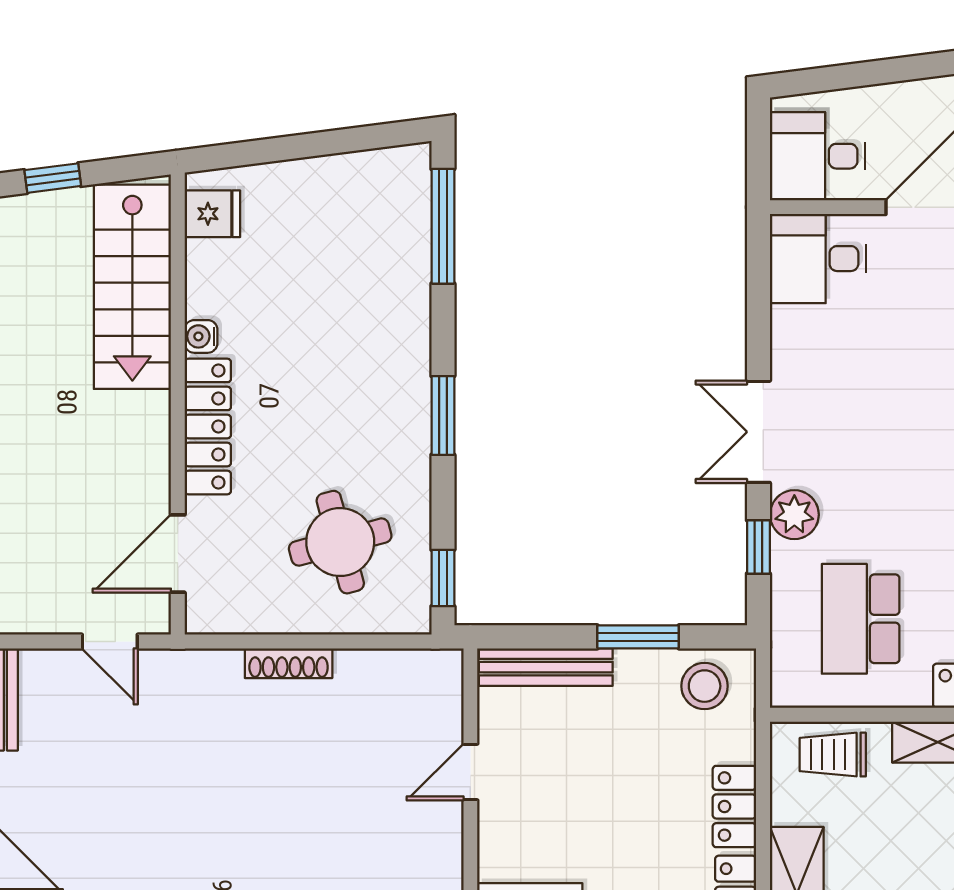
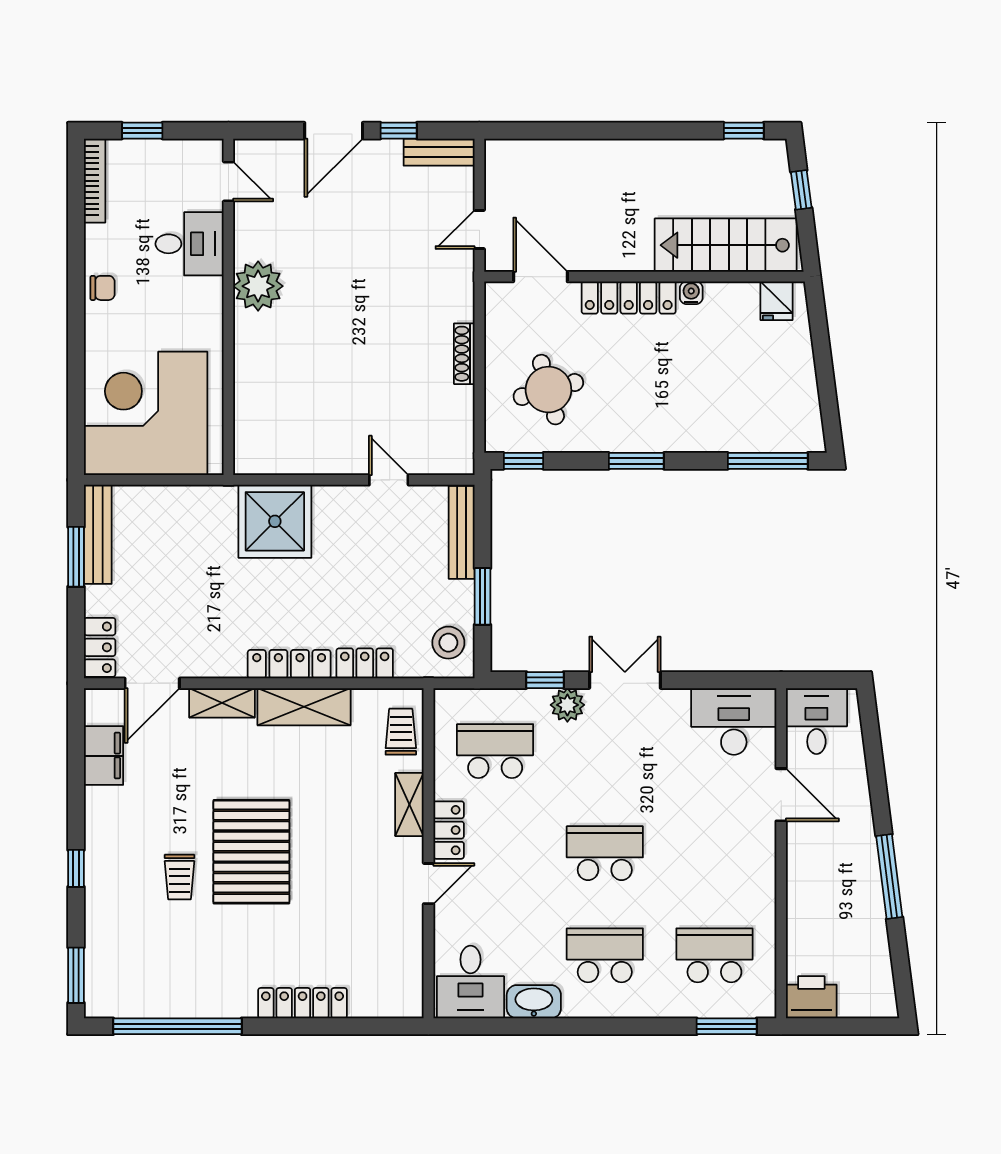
desk: (818, 259) -> (734, 721), width x1.37

